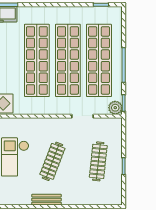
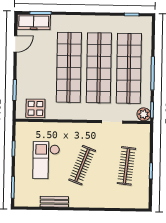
bench: (47, 200) -> (54, 202), moved

